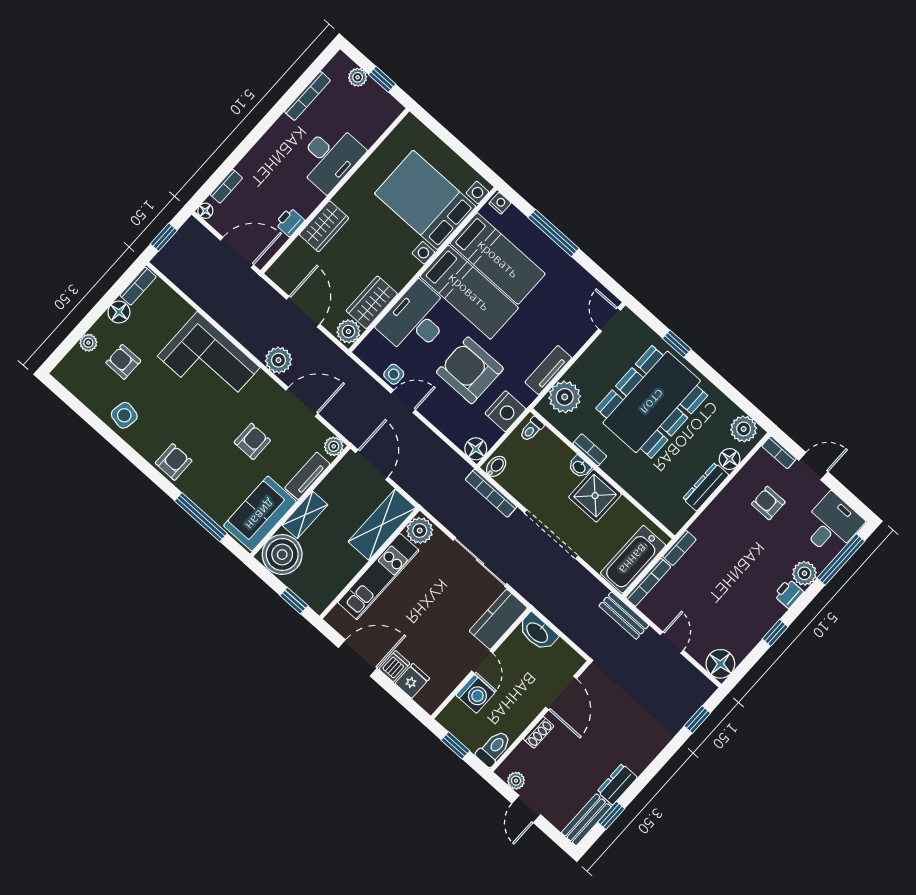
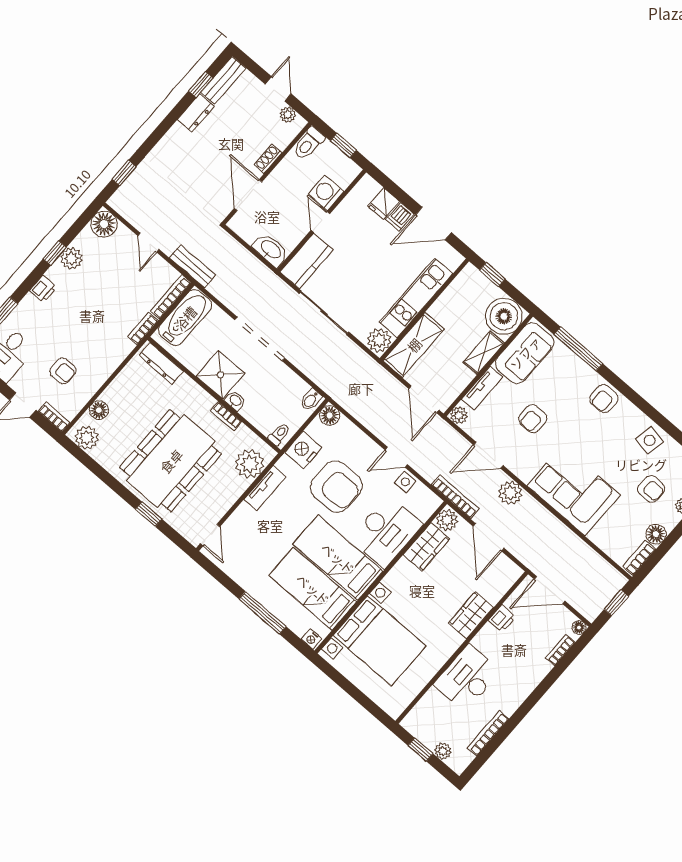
dresser: (706, 487) -> (161, 363), moved, turned 90
bookcase: (491, 493) -> (455, 497), moved
plant: (804, 573) -> (72, 258), moved

